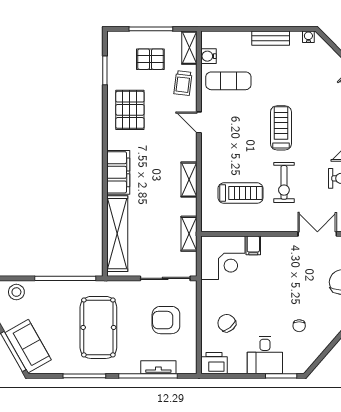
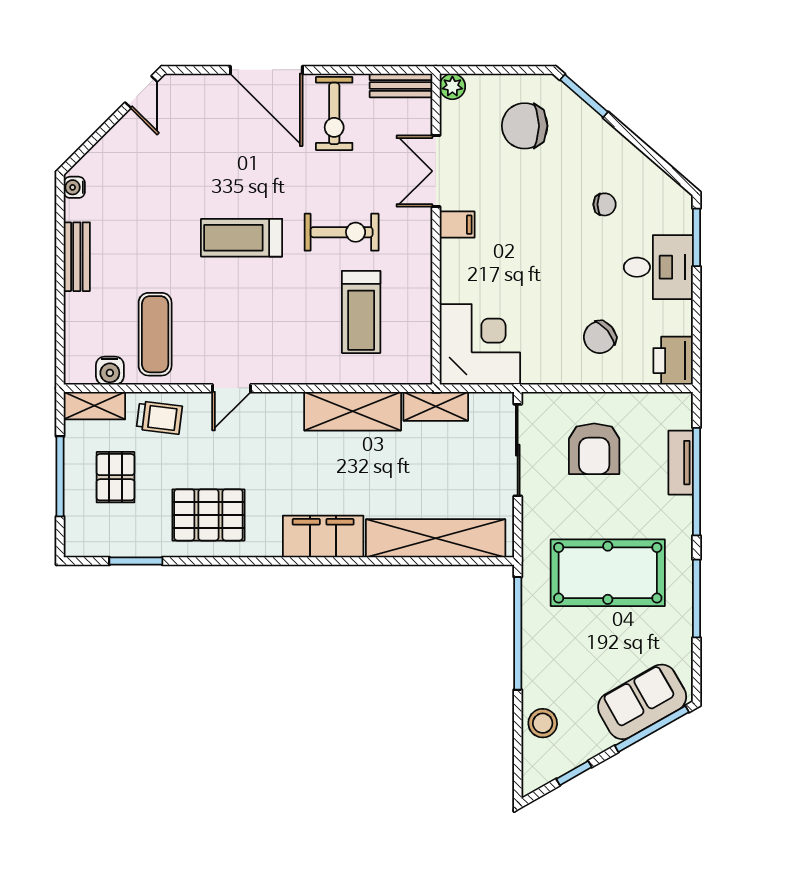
shelving: (189, 180) -> (353, 411), width x1.50, depth x1.33
treadmill: (241, 193) -> (361, 312), turned 180
filing cabinet: (253, 245) -> (457, 225), moved

